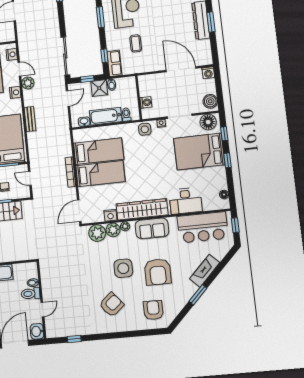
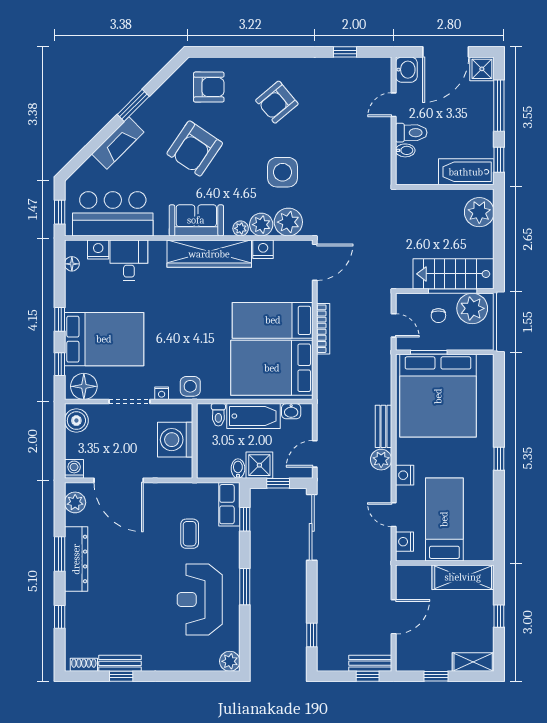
plant: (205, 53) -> (75, 502), added
plant: (28, 83) -> (381, 460), moved
washing machine: (146, 102) -> (175, 440), width x1.89, depth x1.89
bed: (99, 151) -> (272, 368), width x1.50
desk: (186, 201) -> (129, 260), width x0.73
nightstand: (209, 205) -> (98, 250), added
side table: (123, 268) -> (282, 172), moved
armchair: (158, 272) -> (195, 148), turned -146
armchair: (153, 310) -> (209, 87), turned -90

